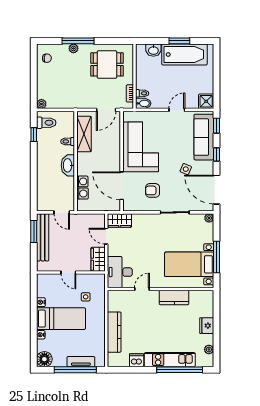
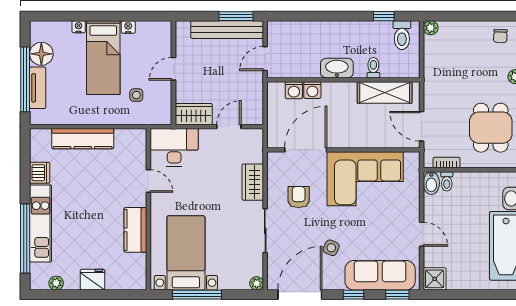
wardrobe: (119, 221) -> (253, 182), moved
floor lamp: (44, 359) -> (41, 54), moved

